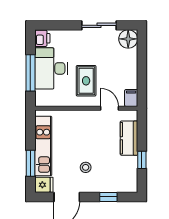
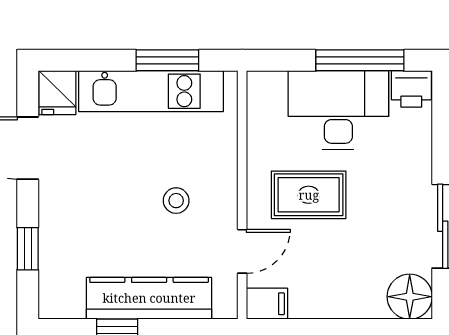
window: (30, 73) -> (360, 60), moved
kitchen counter: (129, 138) -> (149, 298), width x1.50
window: (30, 163) -> (167, 60), moved
stool: (86, 167) -> (176, 201), moved

